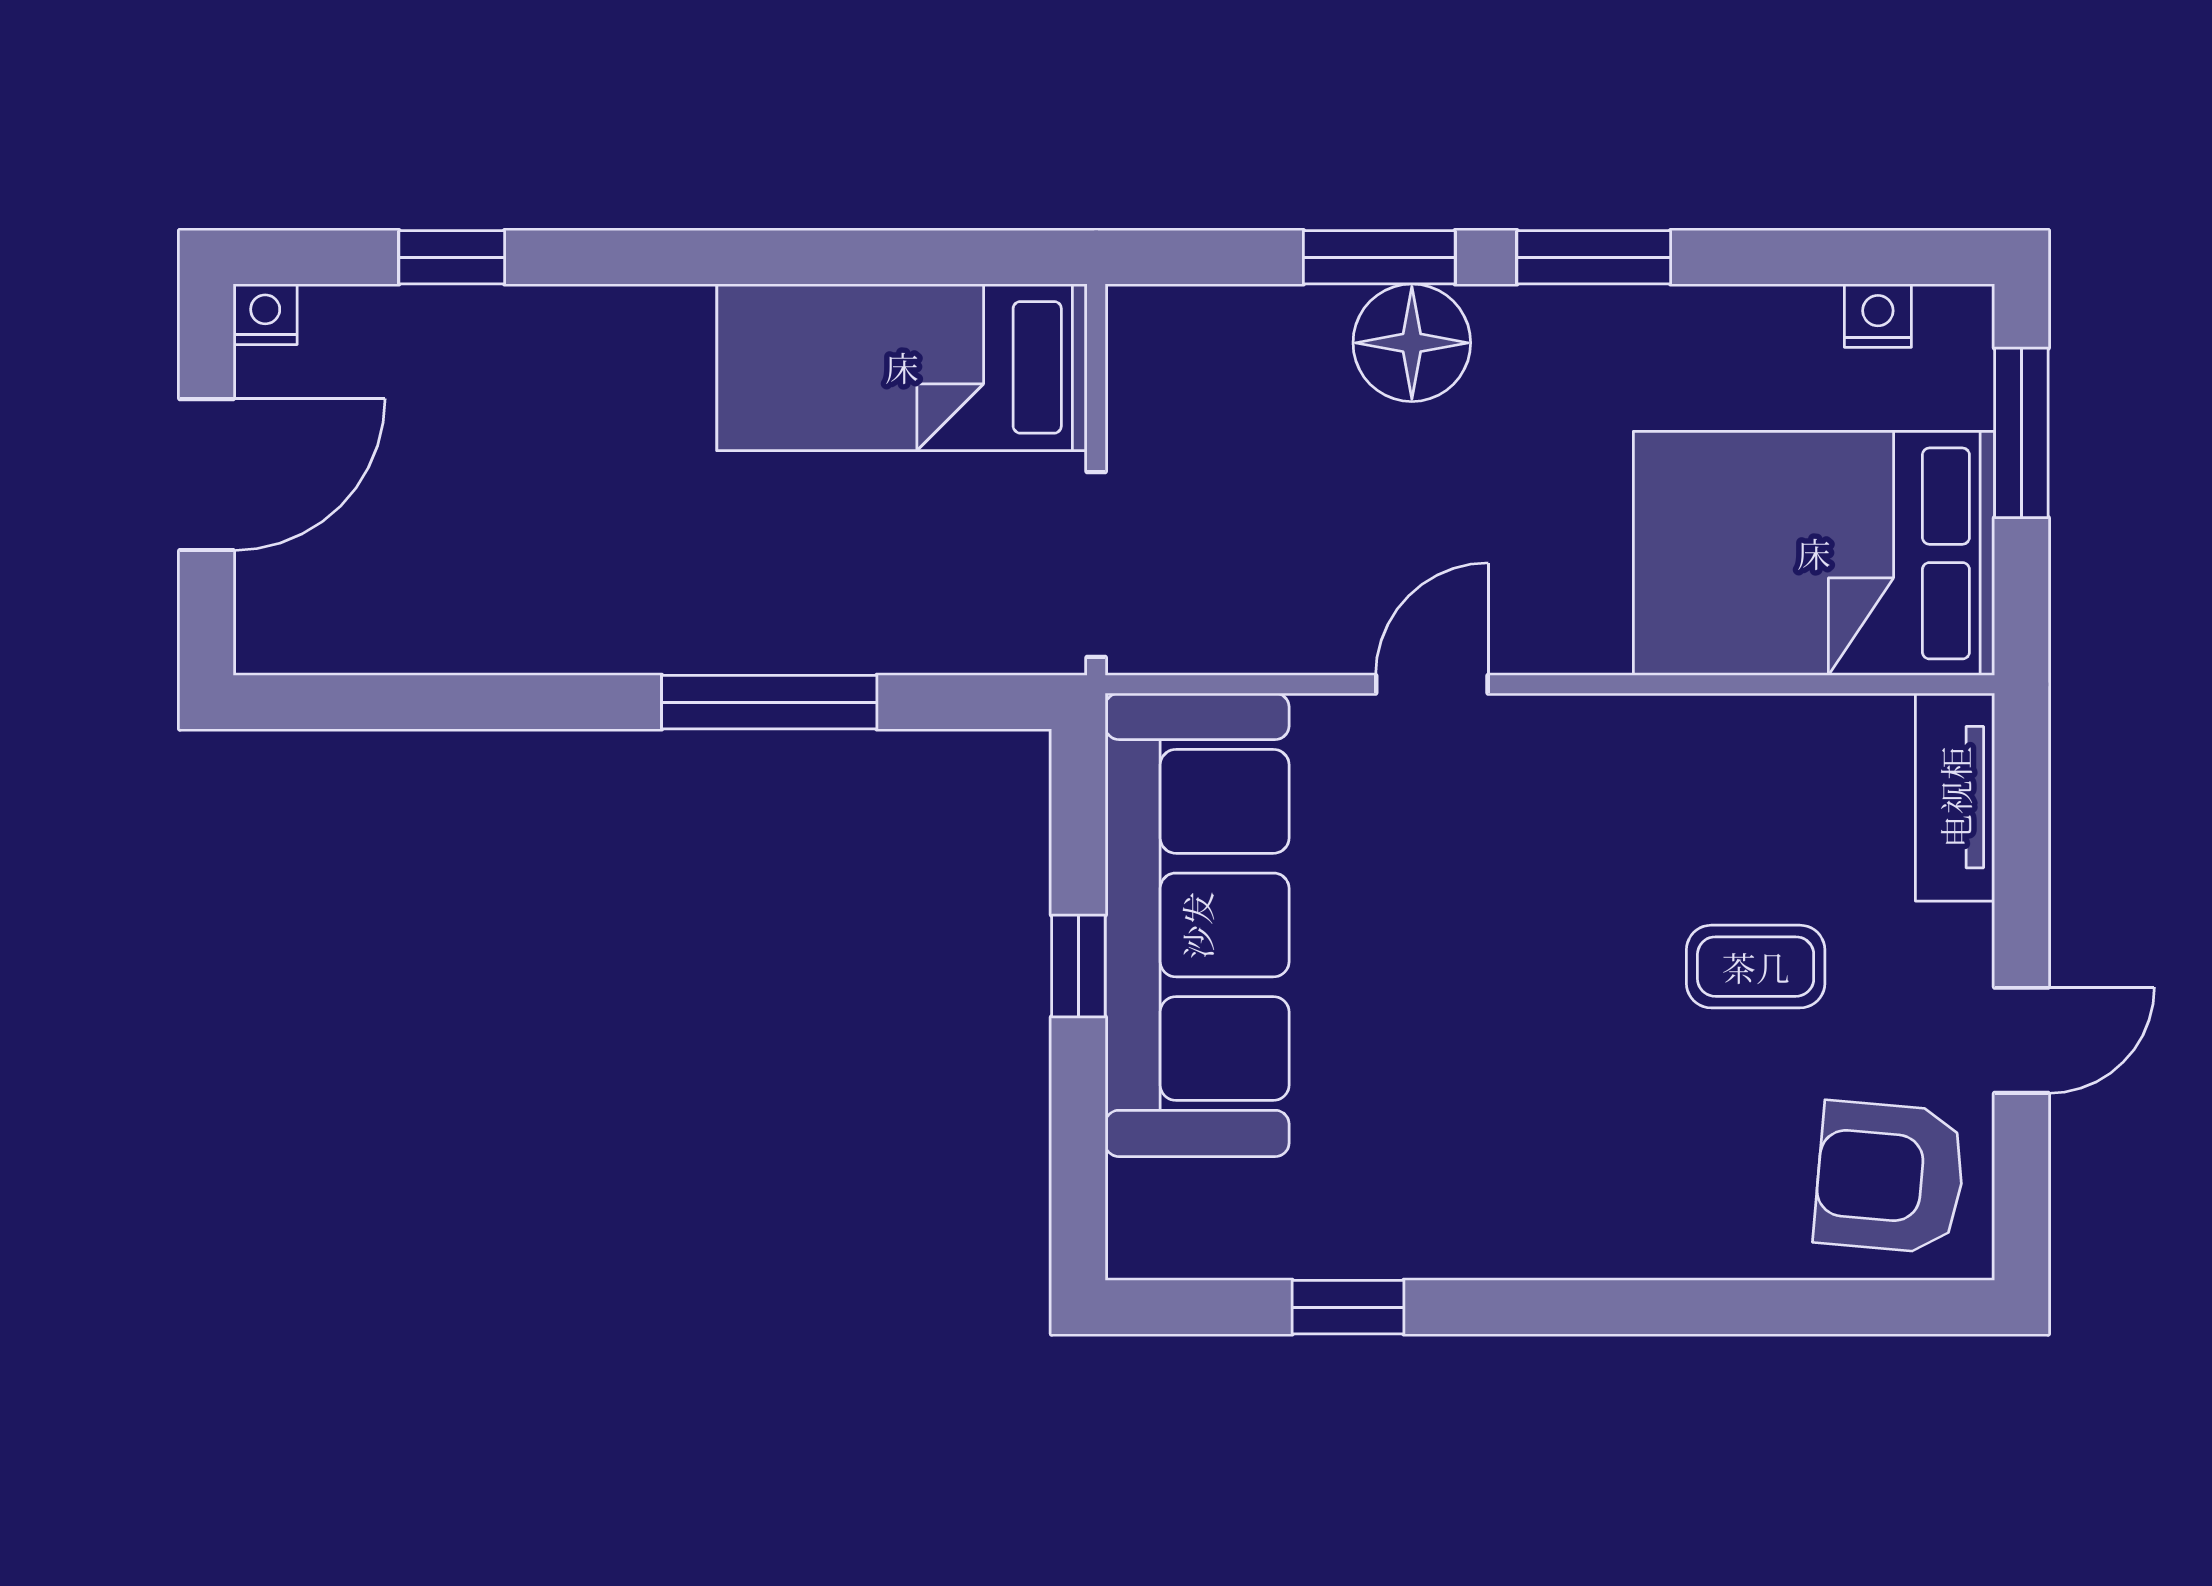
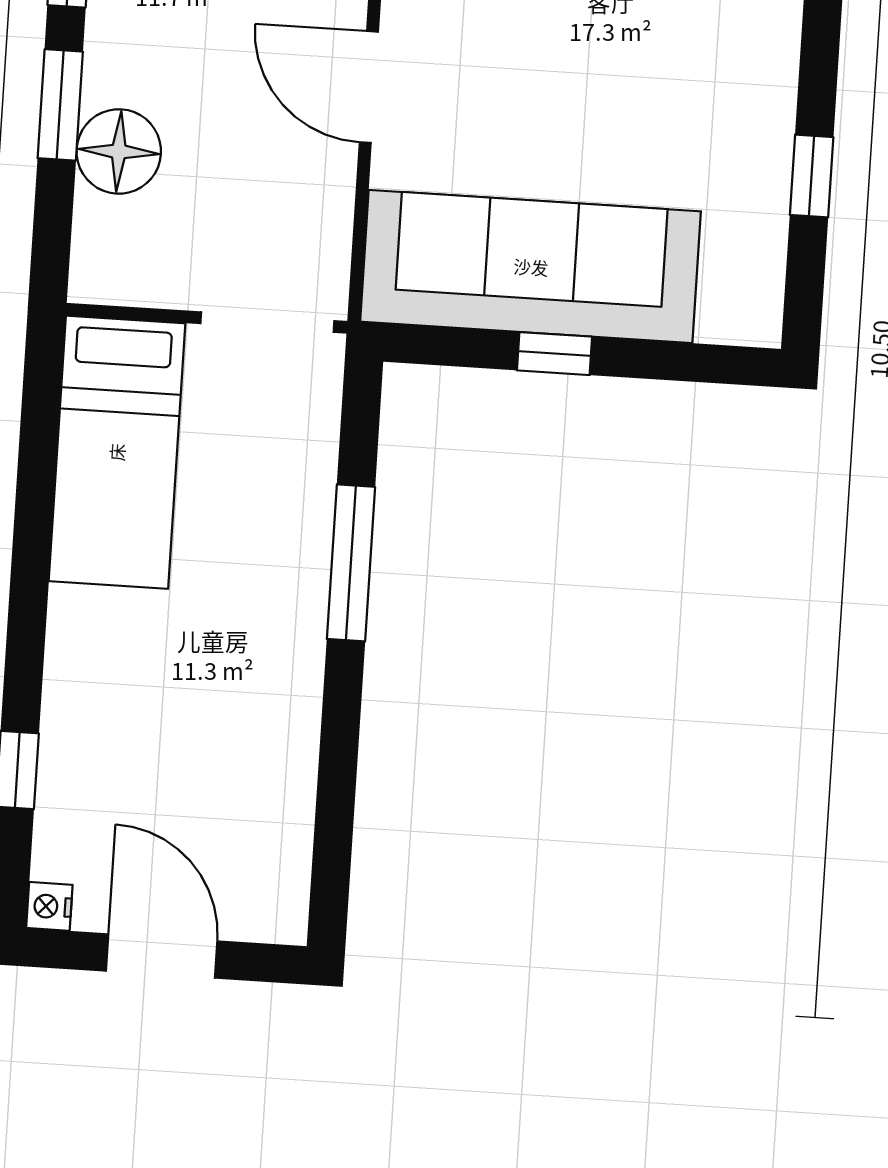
floor lamp: (1412, 343) -> (119, 151), moved
door: (1432, 684) -> (369, 87), width x1.38

